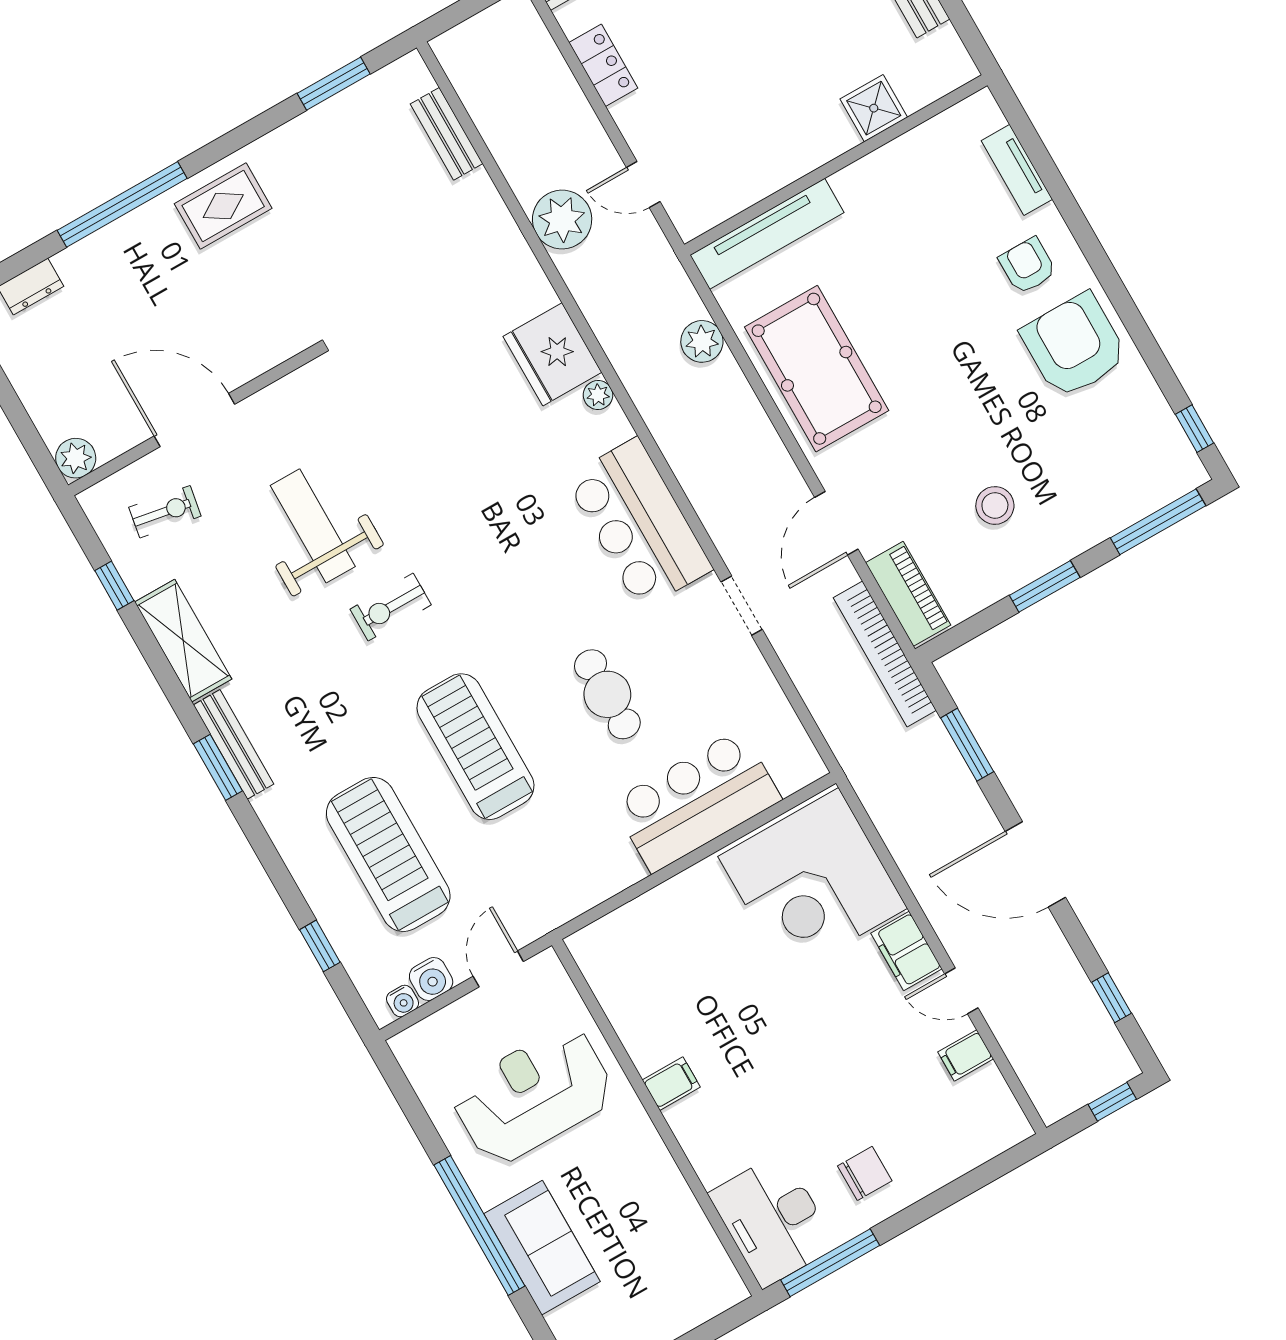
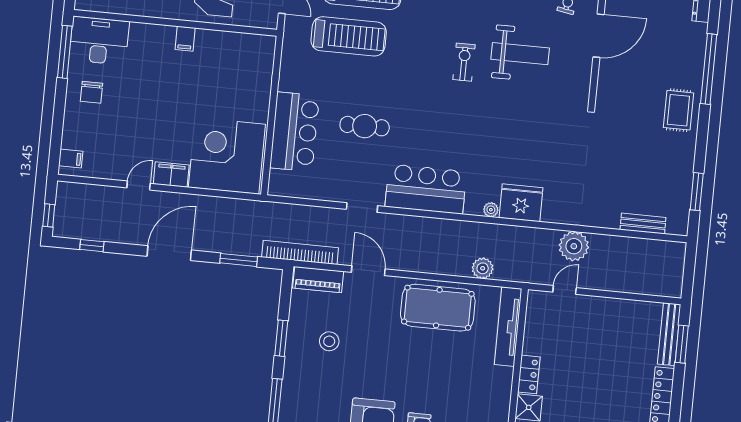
locker: (603, 65) -> (529, 374), moved, turned -90
treadmill: (475, 747) -> (349, 36), moved
filing cabinet: (966, 1055) -> (71, 159), moved, turned 90

